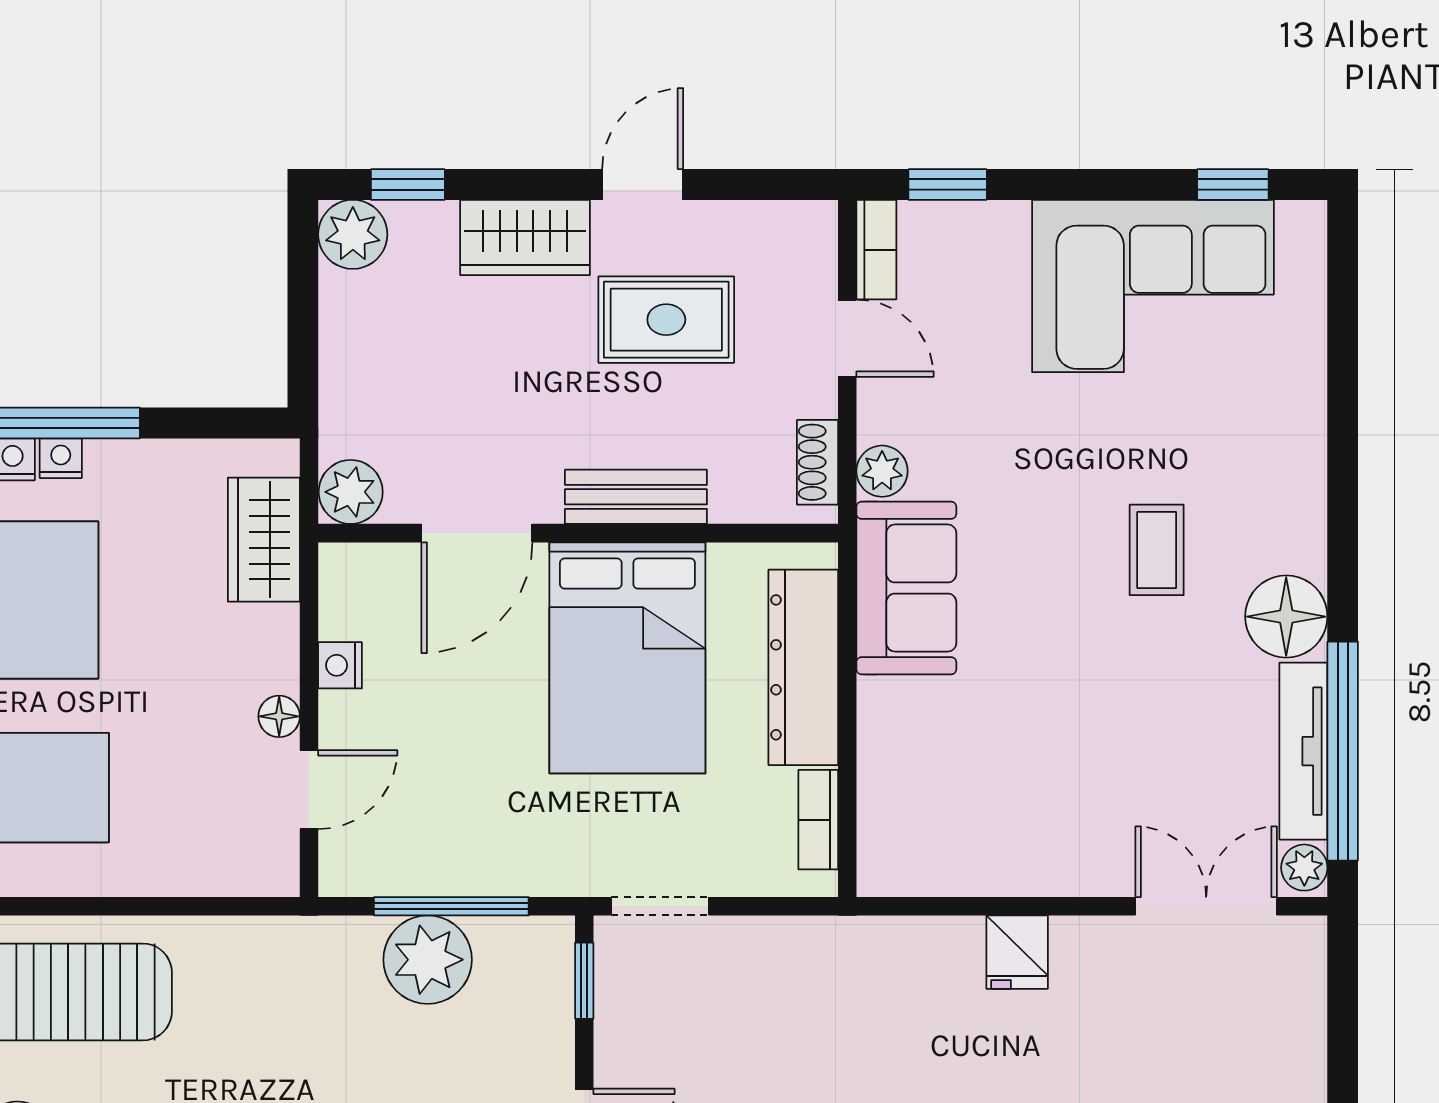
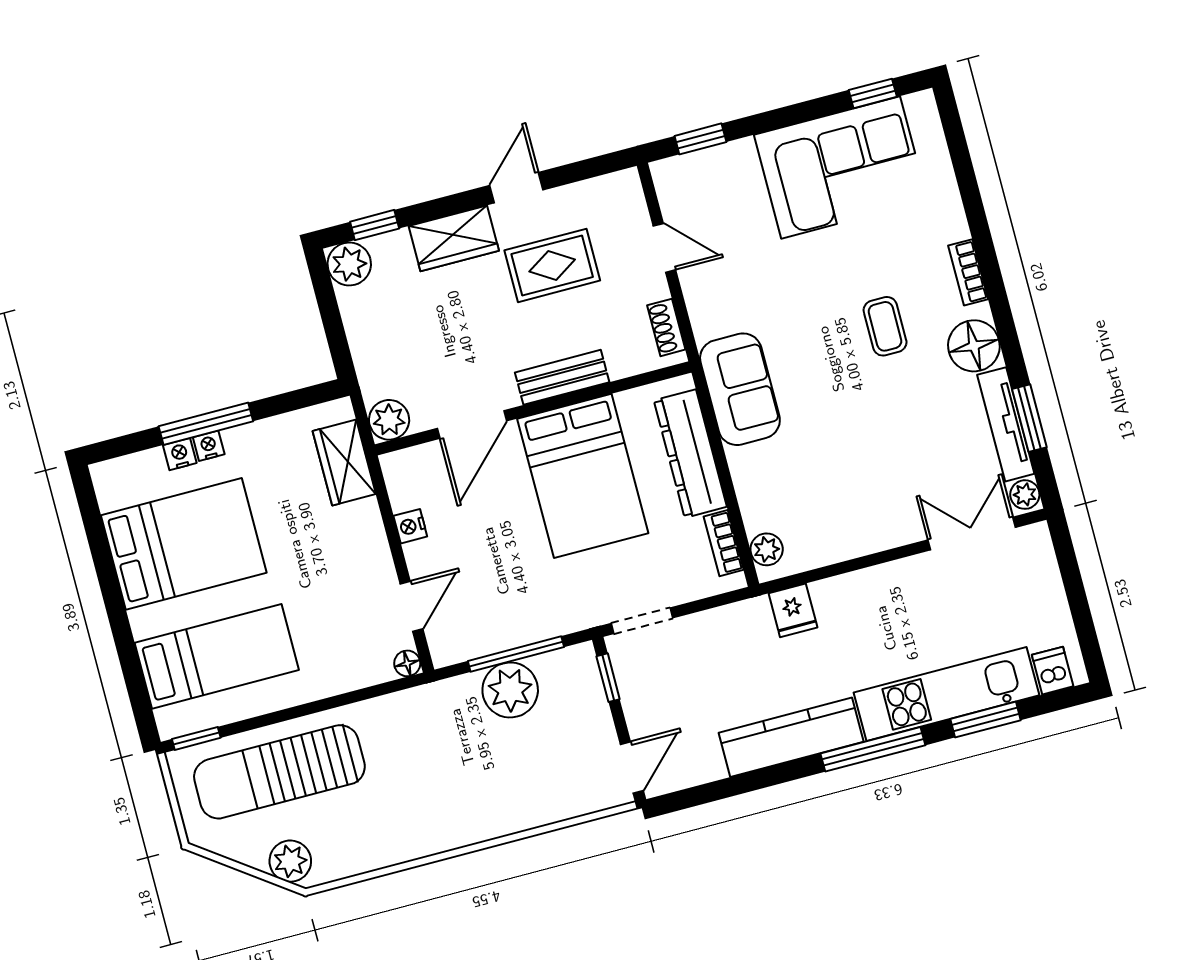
bookcase: (876, 250) -> (968, 272), moved, turned 180
plant: (882, 471) -> (767, 549), moved
floor lamp: (279, 716) -> (407, 663), moved
window: (1343, 751) -> (1029, 418), width x0.47
fridge: (1017, 952) -> (793, 610), moved

